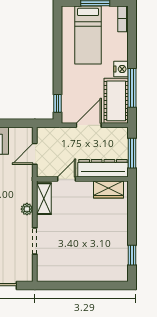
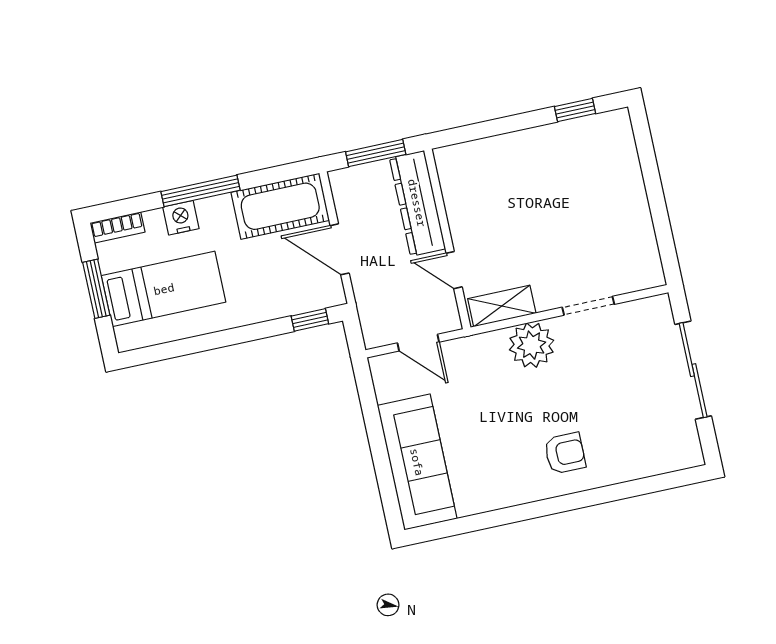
nightstand: (121, 69) -> (181, 218), moved
window: (132, 88) -> (200, 191), moved
wardrobe: (109, 190) -> (457, 184), removed
plant: (27, 209) -> (532, 345), width x1.87, depth x1.87

